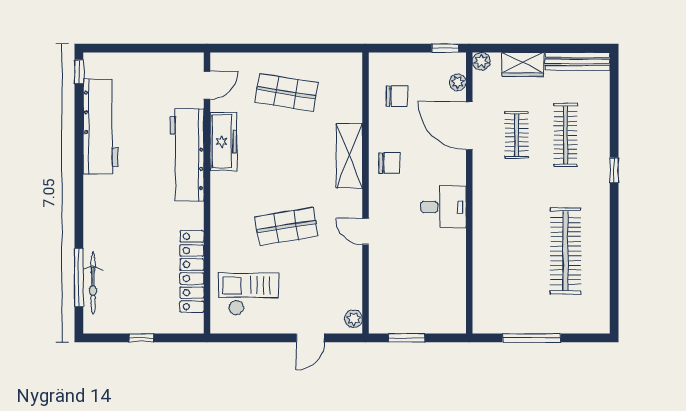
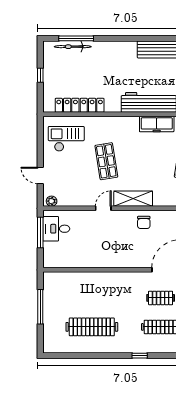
shelving: (349, 156) -> (133, 199), moved
desk: (443, 207) -> (56, 229), moved, turned 90
checkout: (248, 294) -> (66, 139), turned -90
window: (406, 338) -> (40, 233), width x1.44

